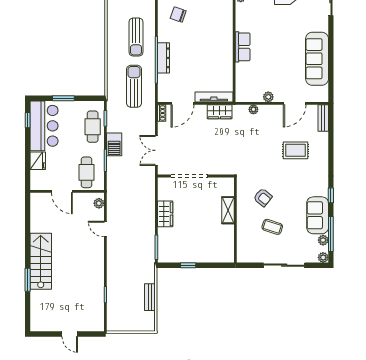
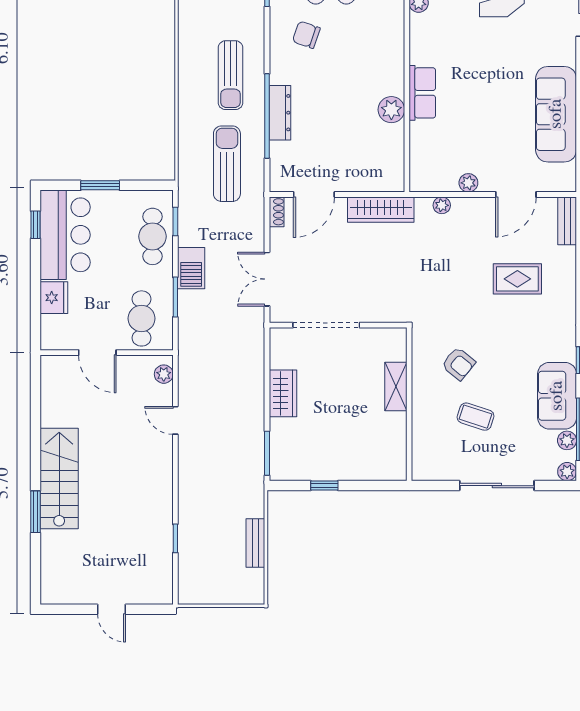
plant: (225, 56) -> (391, 110), added
tv unit: (214, 97) -> (371, 183), removed
wardrobe: (220, 112) -> (381, 210), width x1.50

